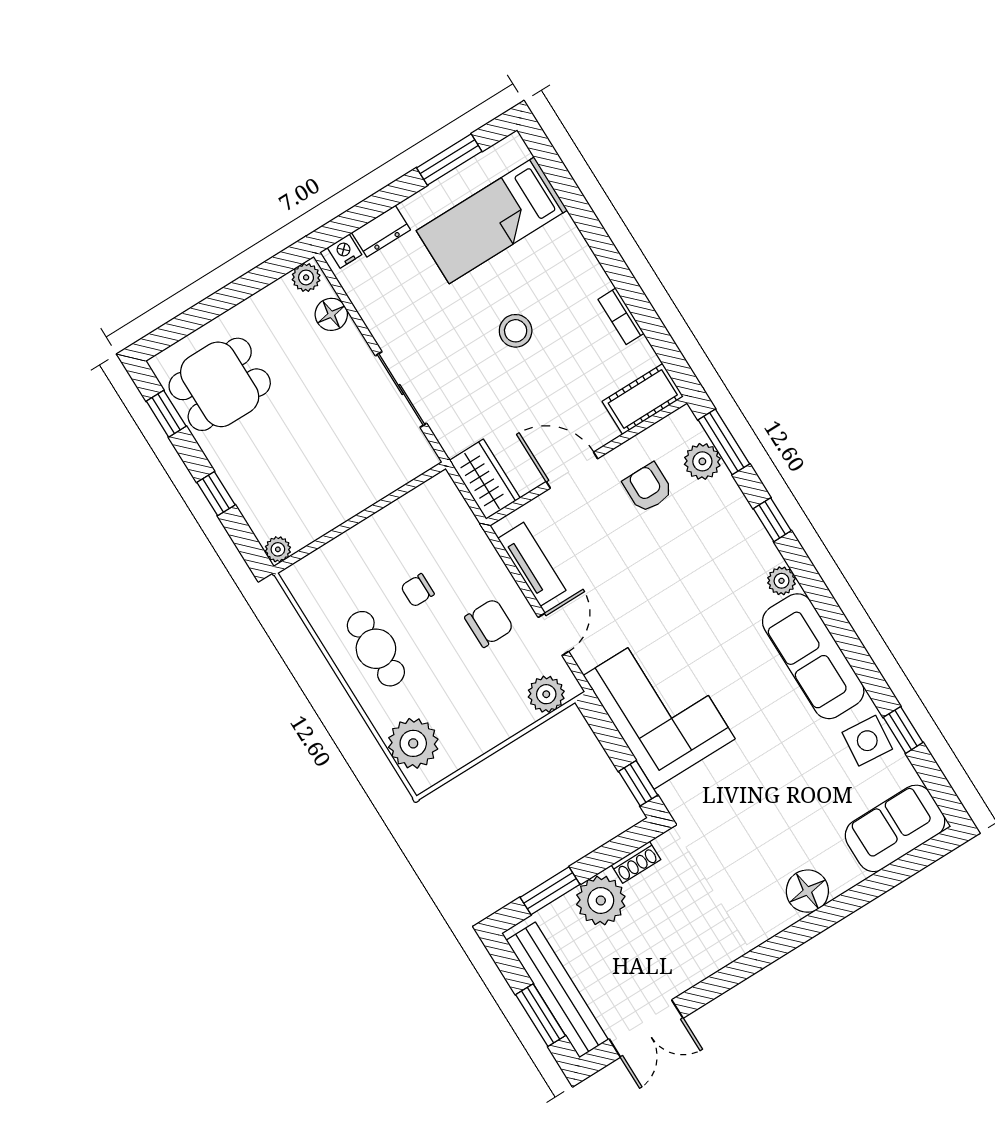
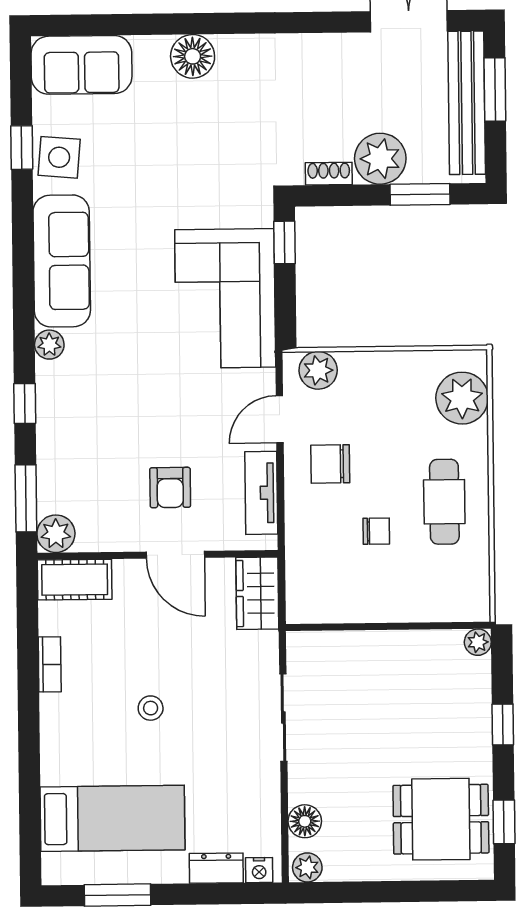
stool: (516, 331) -> (151, 708), width x0.73, depth x0.73
plant: (702, 461) -> (56, 534), moved
armchair: (648, 488) -> (170, 488), moved

